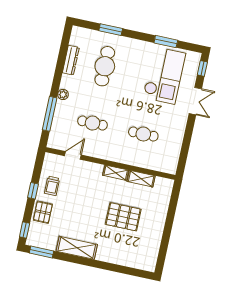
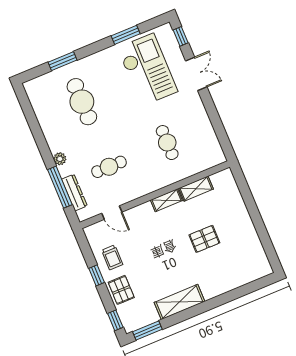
dresser: (71, 60) -> (74, 192), moved
cafe table: (143, 134) -> (167, 143), turned 90
door: (73, 155) -> (112, 213), swing flipped
pallet: (123, 217) -> (204, 239), width x0.67, depth x0.71

